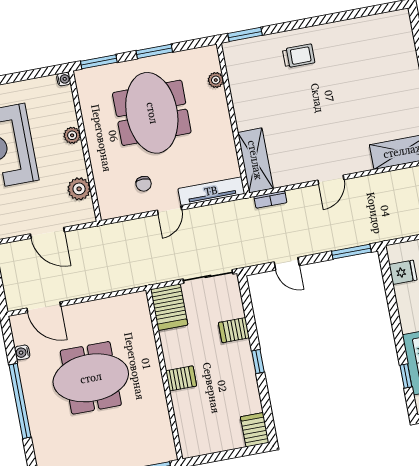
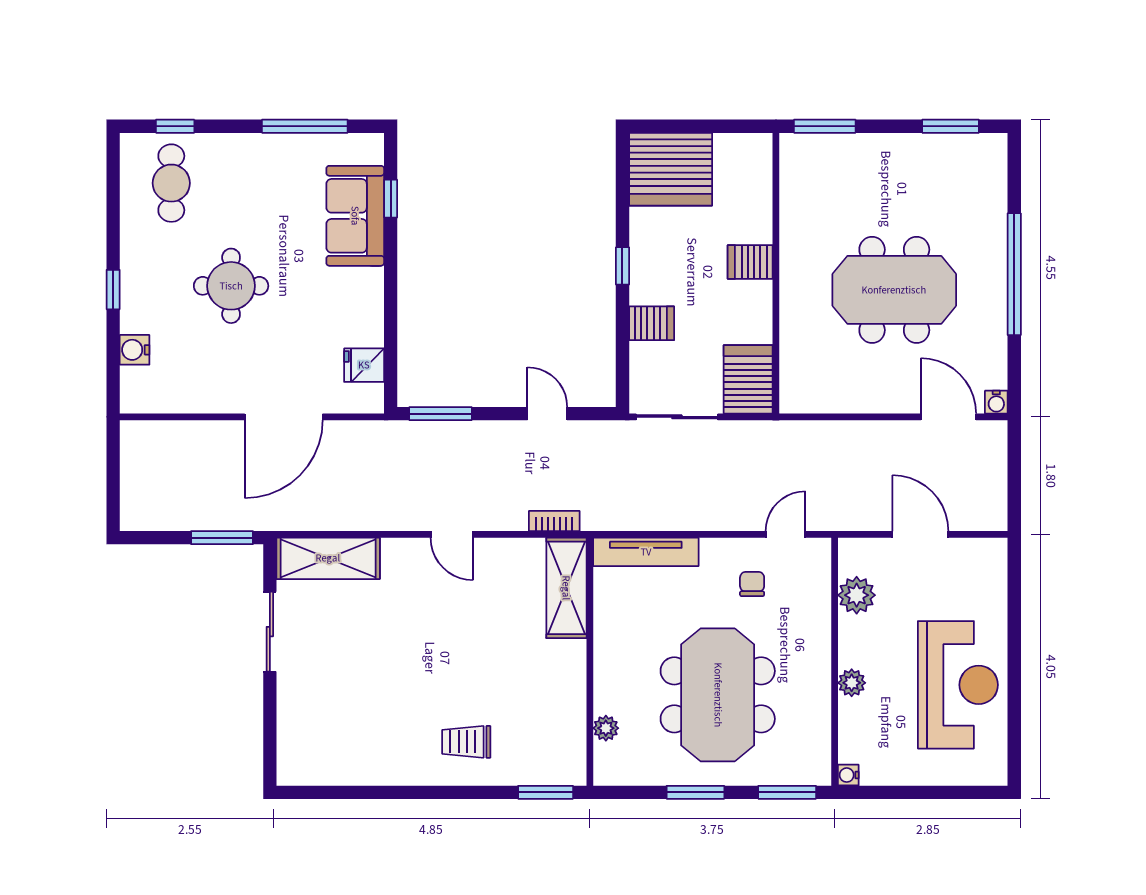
door: (331, 180) -> (452, 534), swing flipped
door: (169, 210) -> (786, 534), moved
water cooler: (22, 352) -> (996, 402), moved, turned 90
server rack: (255, 430) -> (671, 169), width x2.18, depth x1.44

